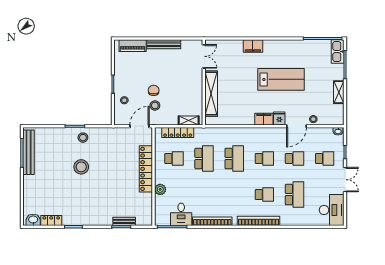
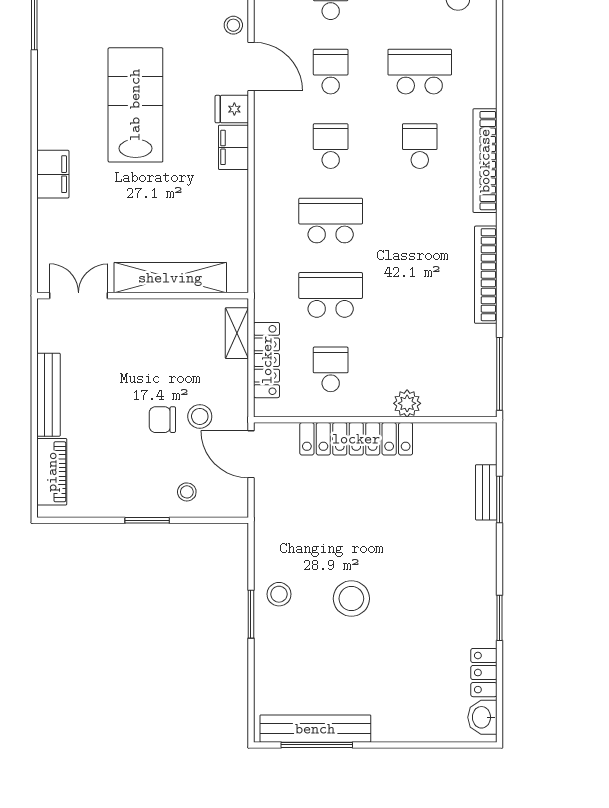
desk: (181, 214) -> (469, 352), removed

